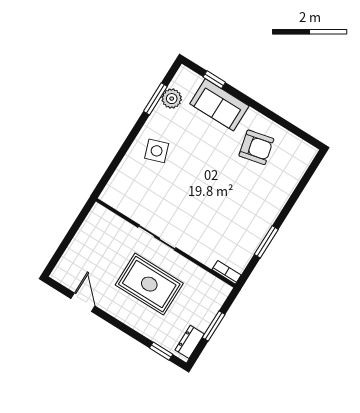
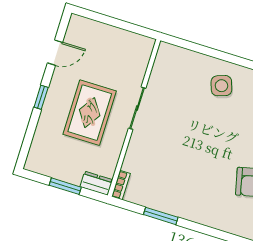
dresser: (190, 342) -> (96, 183), moved
window: (161, 351) -> (41, 97), moved

